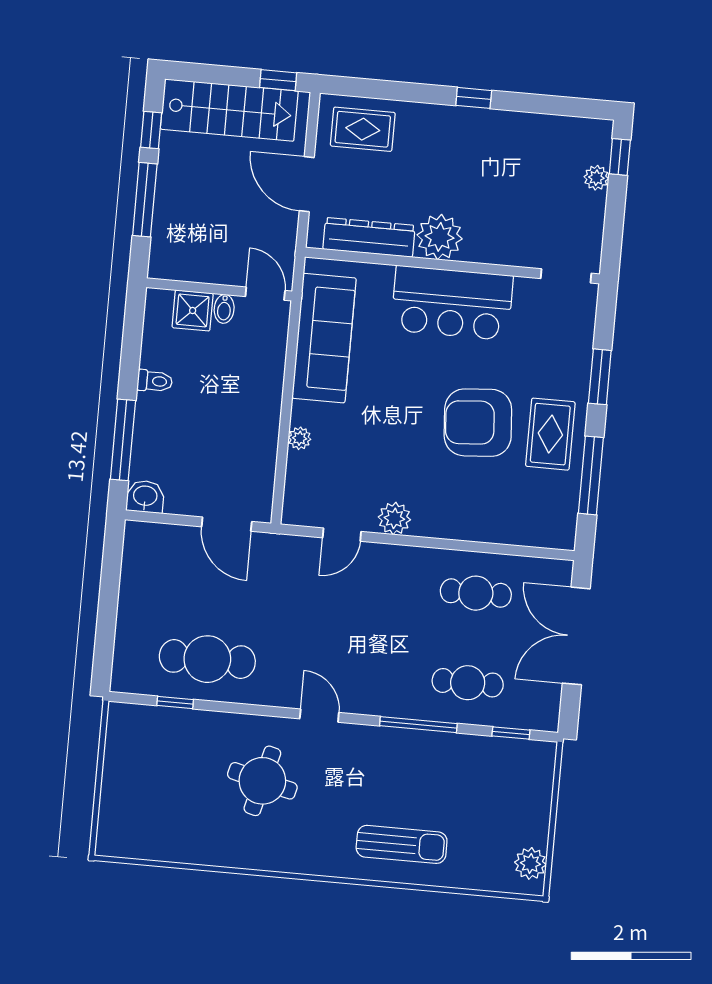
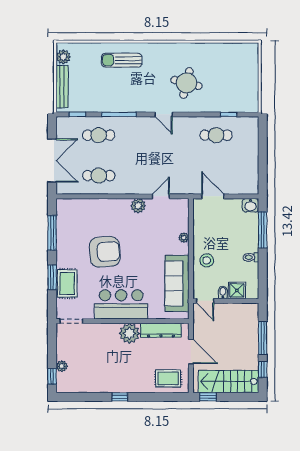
stool: (253, 383) -> (207, 260), added
rug: (550, 434) -> (67, 284), moved
cafe table: (207, 659) -> (216, 135), width x0.73, depth x0.74
bench: (539, 798) -> (62, 87), added

